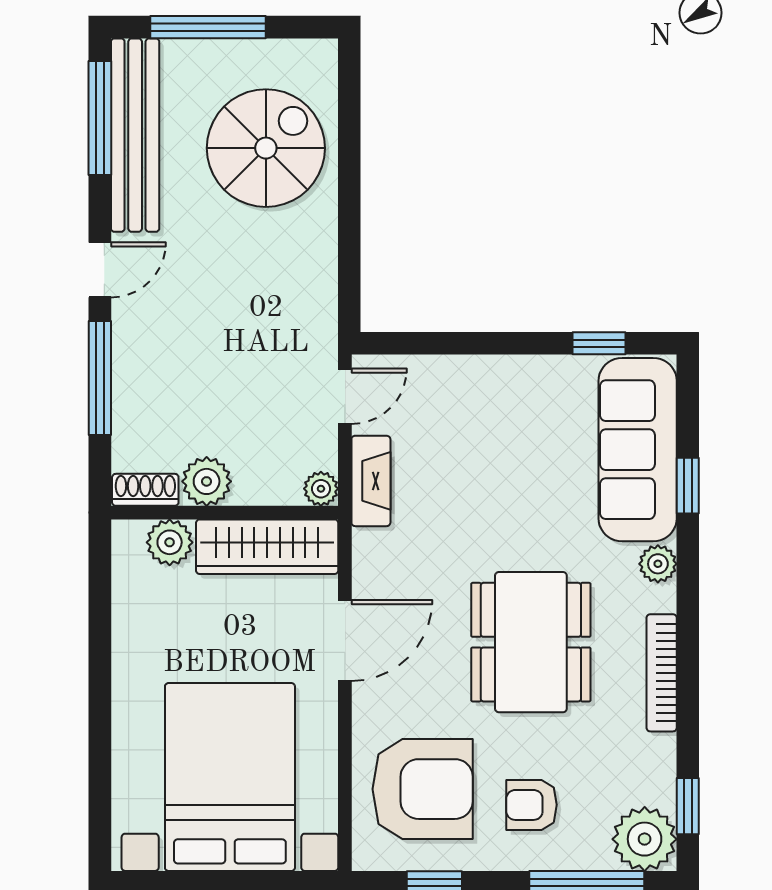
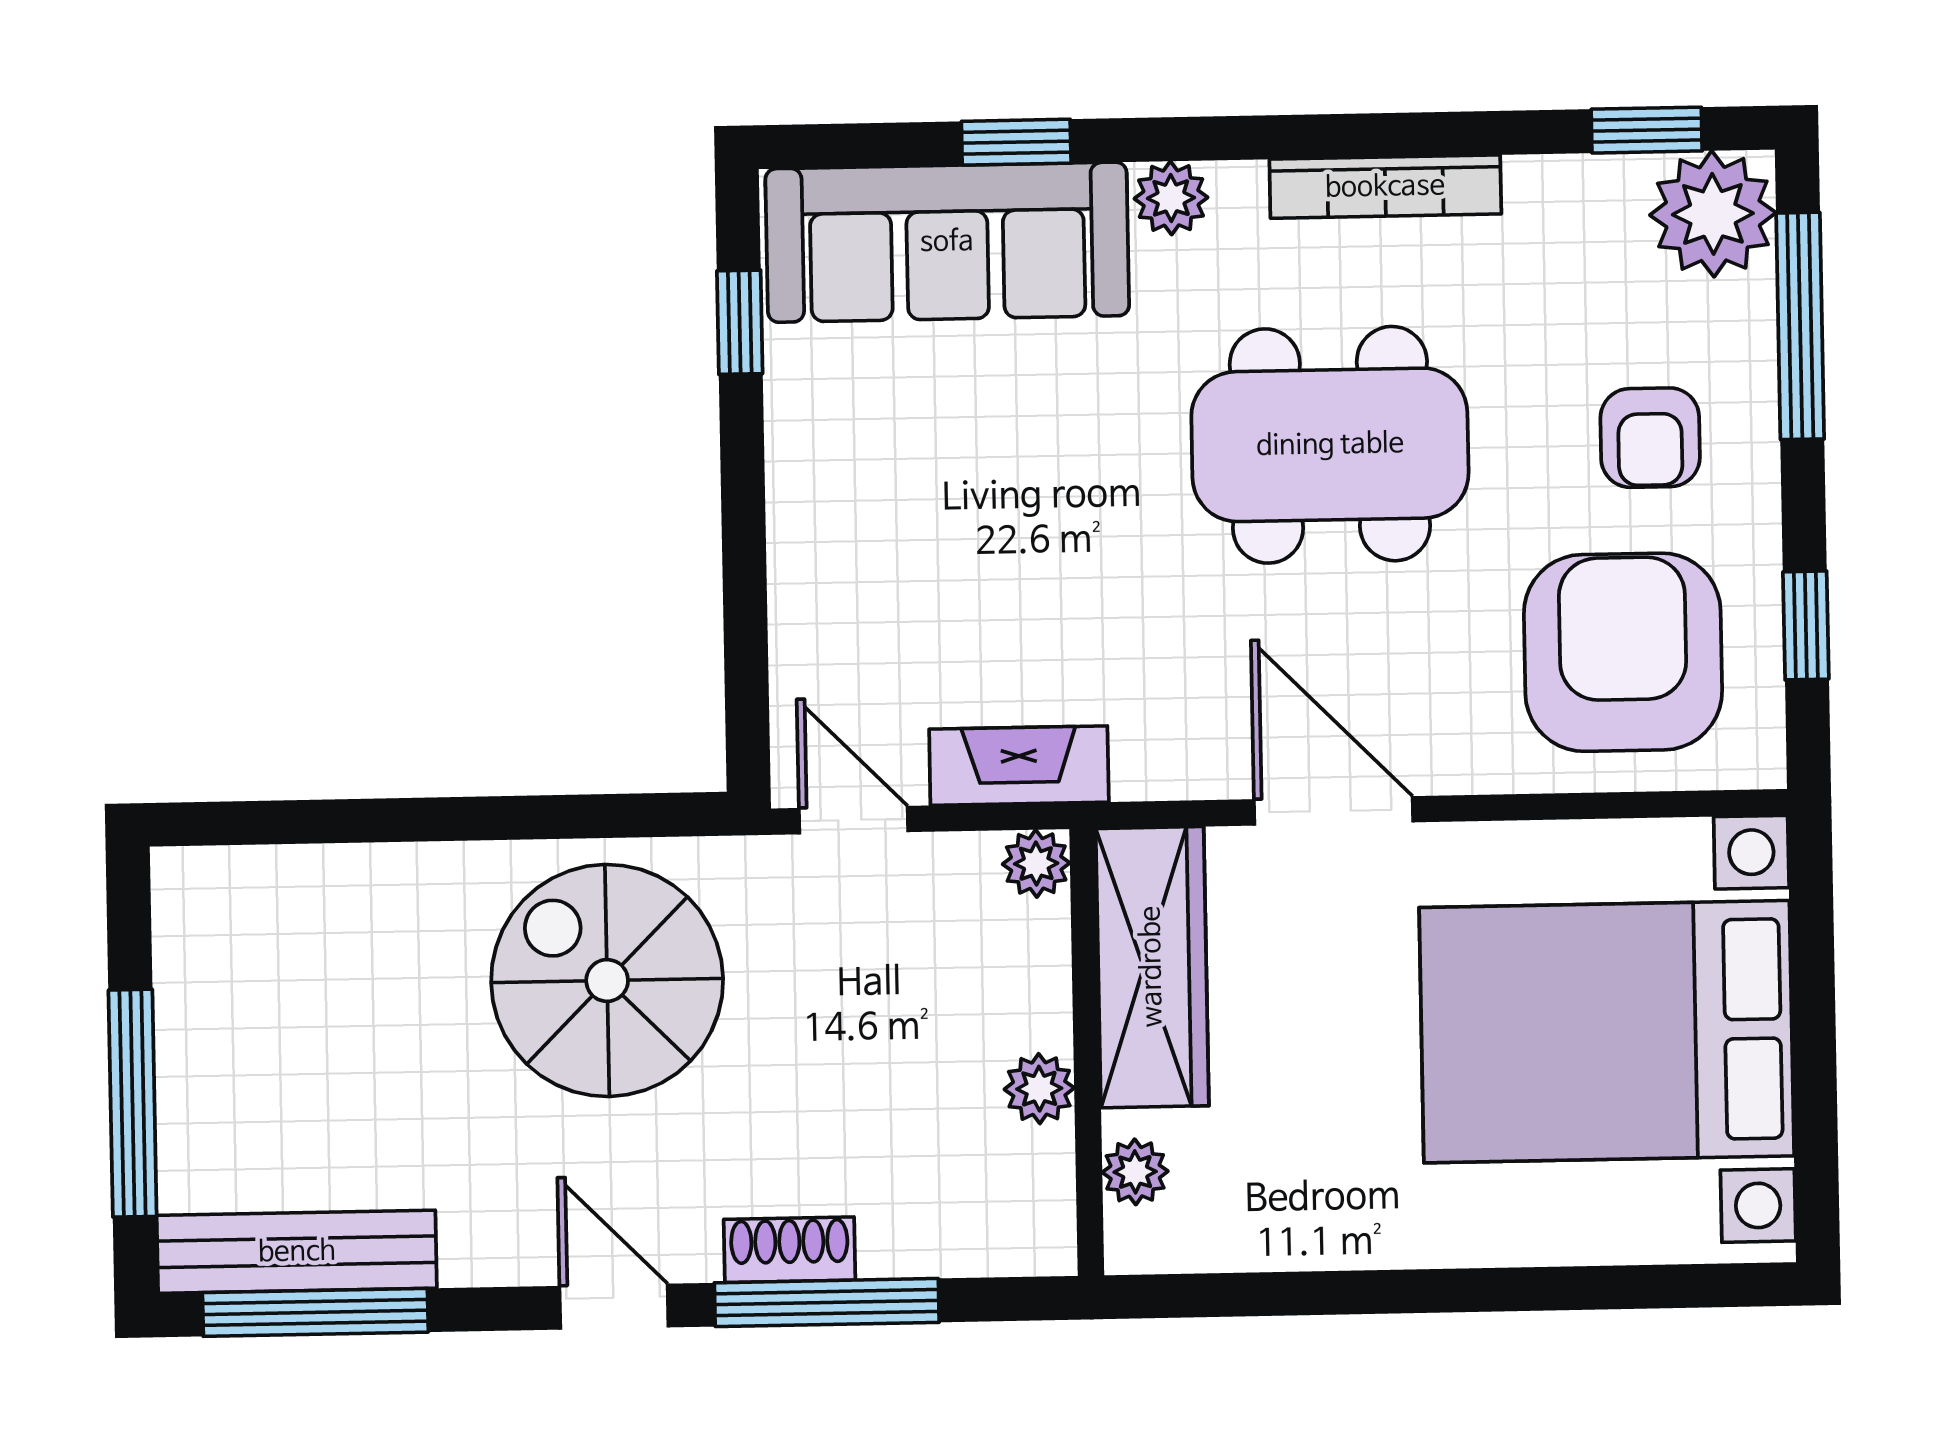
bench: (135, 135) -> (297, 1252), width x0.73, depth x0.82
spiral stairs: (266, 148) -> (607, 980), moved
plant: (207, 481) -> (1039, 1089), width x0.73, depth x0.73
shoe rack: (145, 490) -> (789, 1250), moved, turned 90
plant: (170, 542) -> (1135, 1172), width x0.73, depth x0.73

